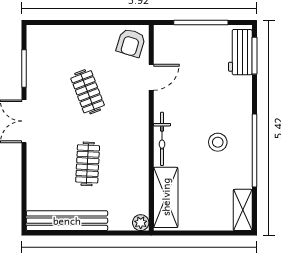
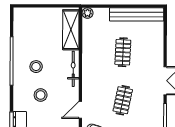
clothes rail: (88, 92) -> (123, 100), turned 33
stool: (211, 99) -> (41, 95), added
shelving: (243, 210) -> (19, 21), removed

